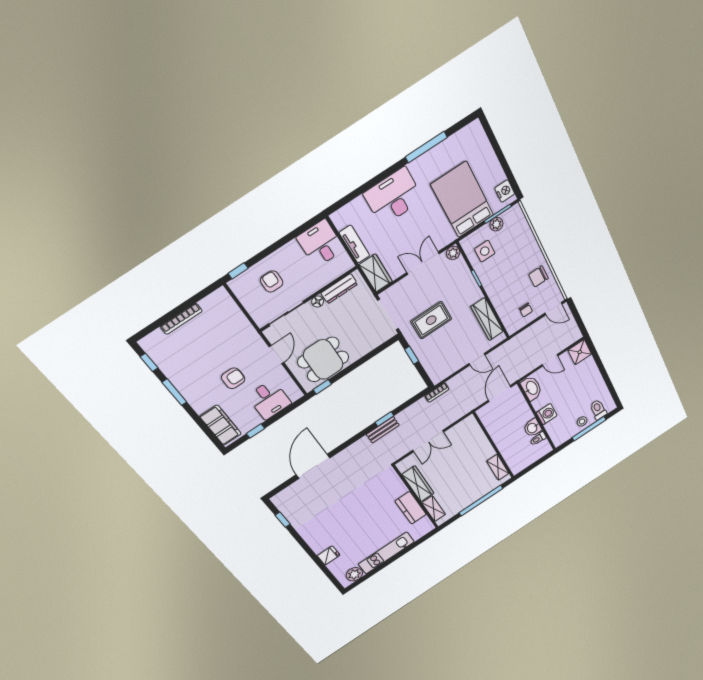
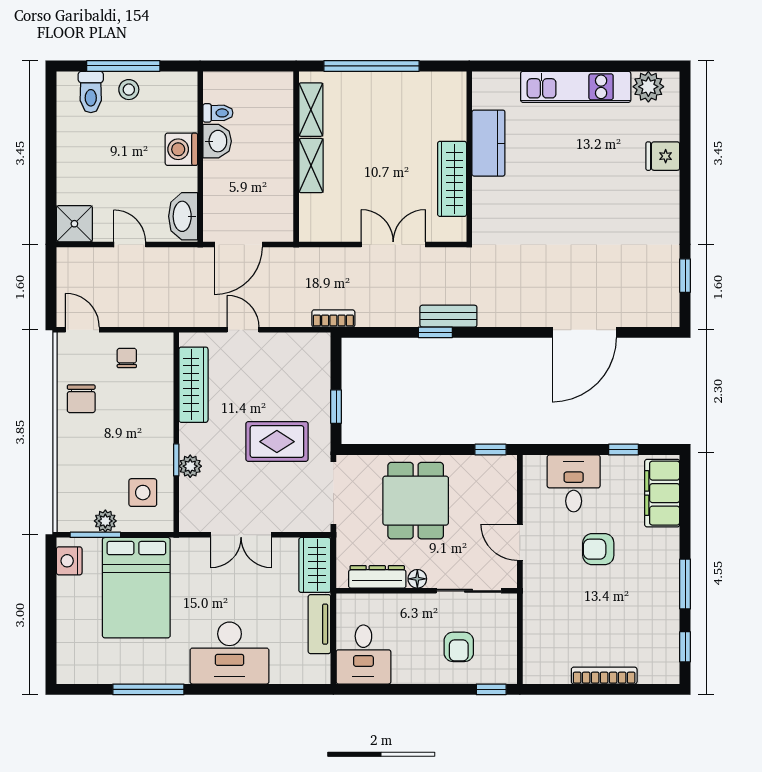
plant: (453, 253) -> (190, 466), moved
chair: (538, 276) -> (81, 399), turned 90
door: (276, 355) -> (520, 542), hinge flipped
dining table: (323, 360) -> (416, 501), moved, turned 90
shelving: (434, 509) -> (311, 166), moved

